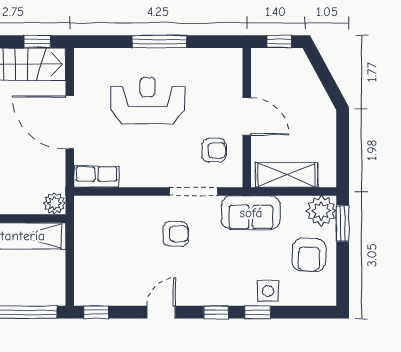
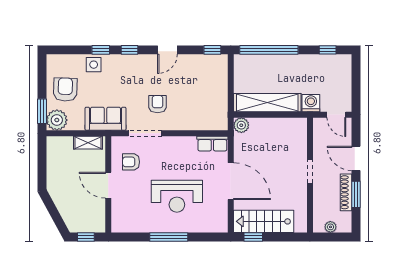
shelving: (286, 175) -> (88, 143), width x0.67, depth x0.75
armchair: (176, 234) -> (158, 104), turned 90

